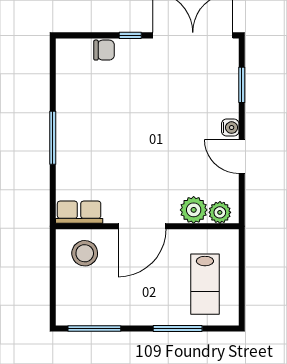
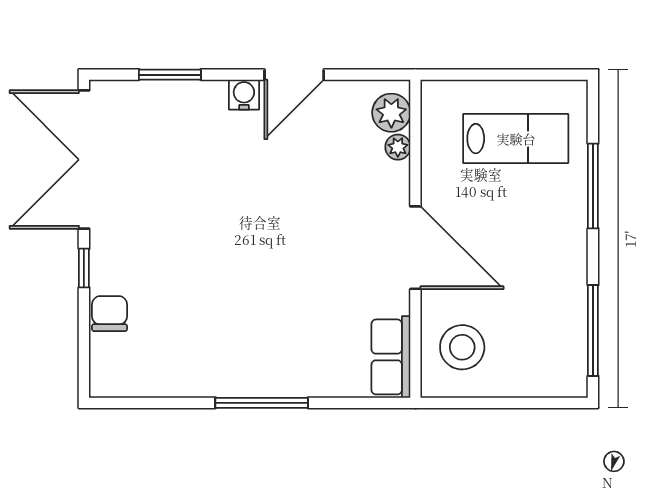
plant: (194, 210) -> (398, 147), width x0.53, depth x0.53

